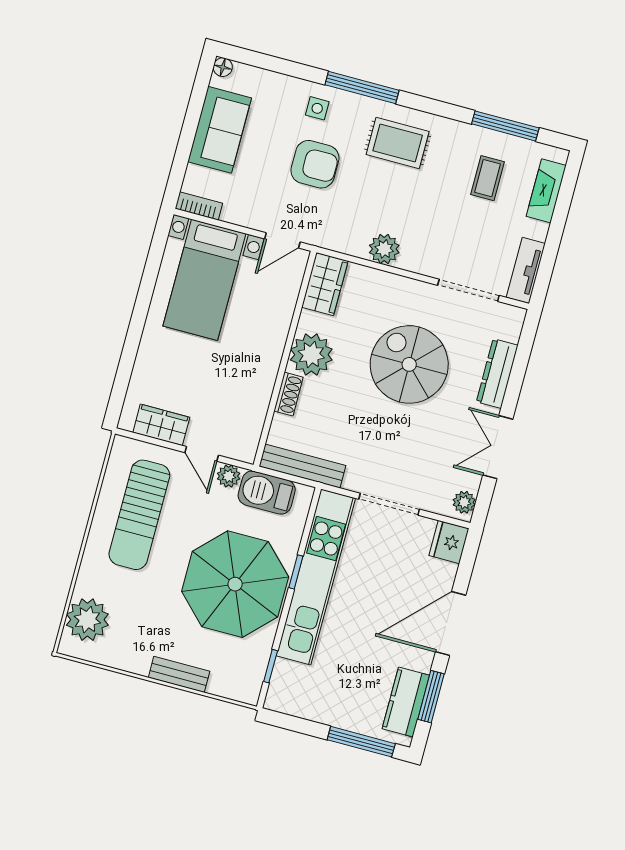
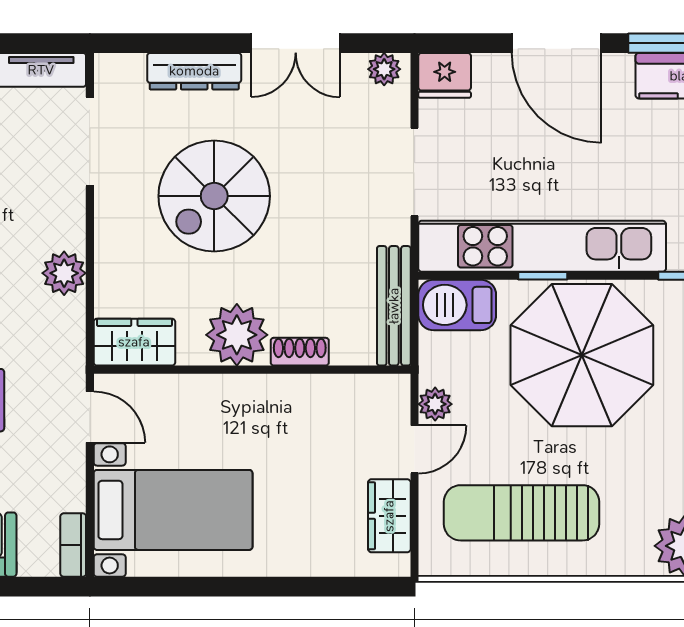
barbecue: (267, 493) -> (457, 305), moved, turned 90
sun lounger: (139, 515) -> (522, 513), turned 180

